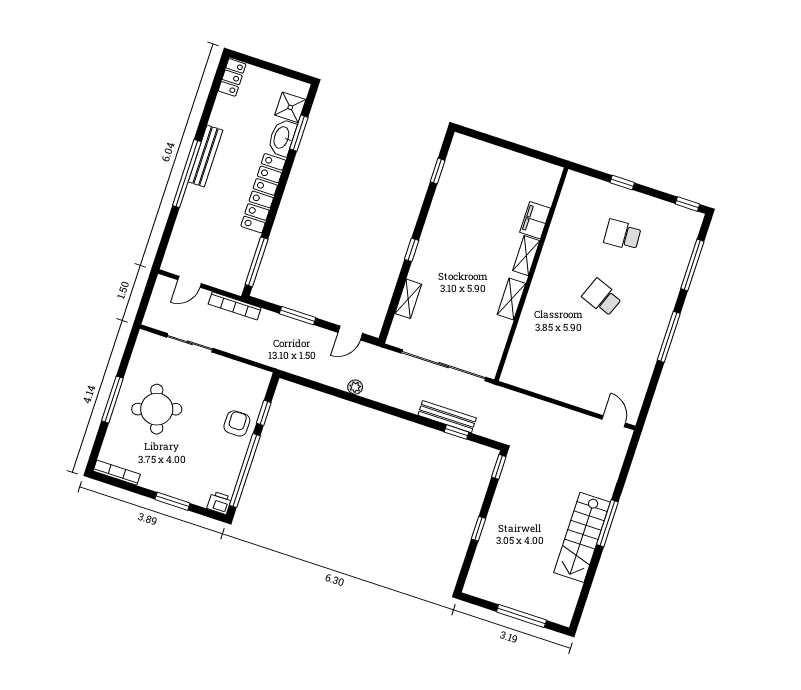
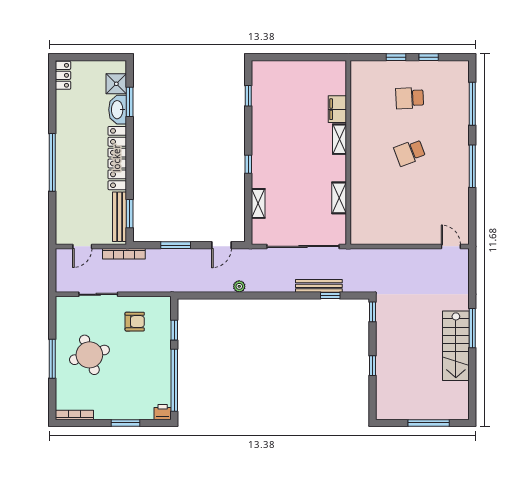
bench: (205, 156) -> (120, 217), moved
window: (687, 204) -> (429, 57), moved
window: (257, 262) -> (130, 214), width x0.69
school desk: (602, 297) -> (410, 152), turned -42
shelving: (511, 299) -> (339, 198), moved
armchair: (237, 423) -> (135, 322), moved, turned 90

